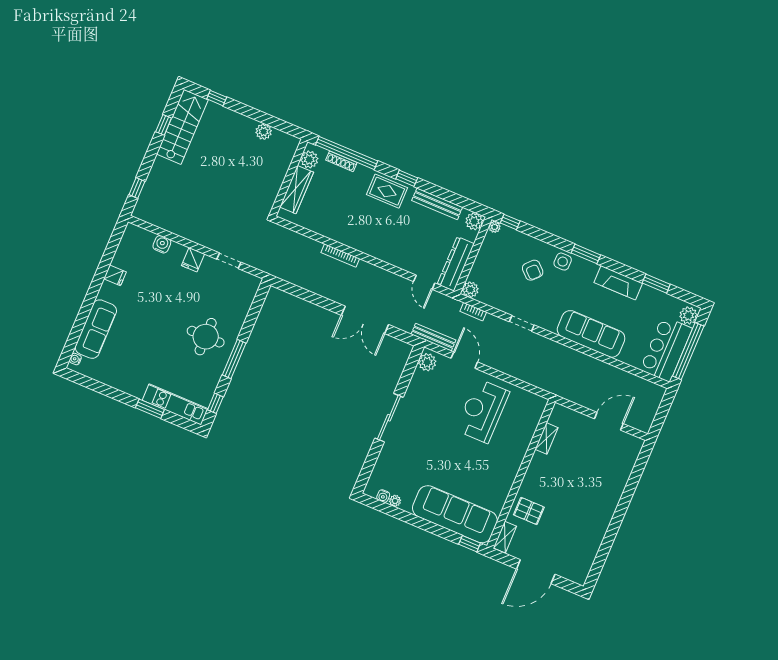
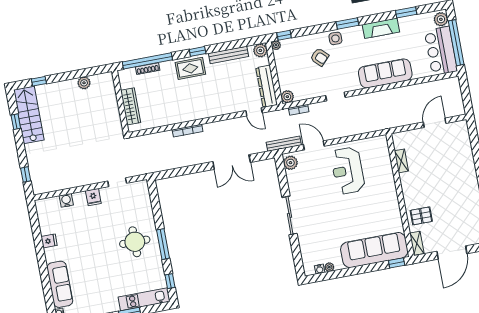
plant: (309, 159) -> (126, 81), removed

